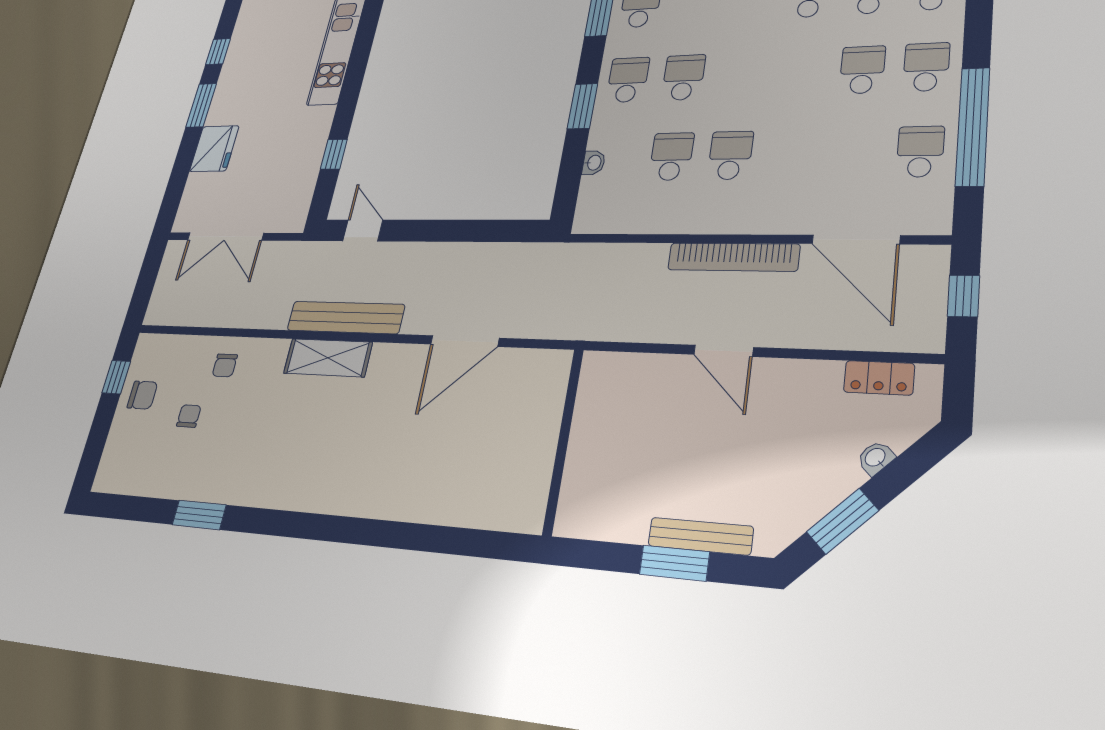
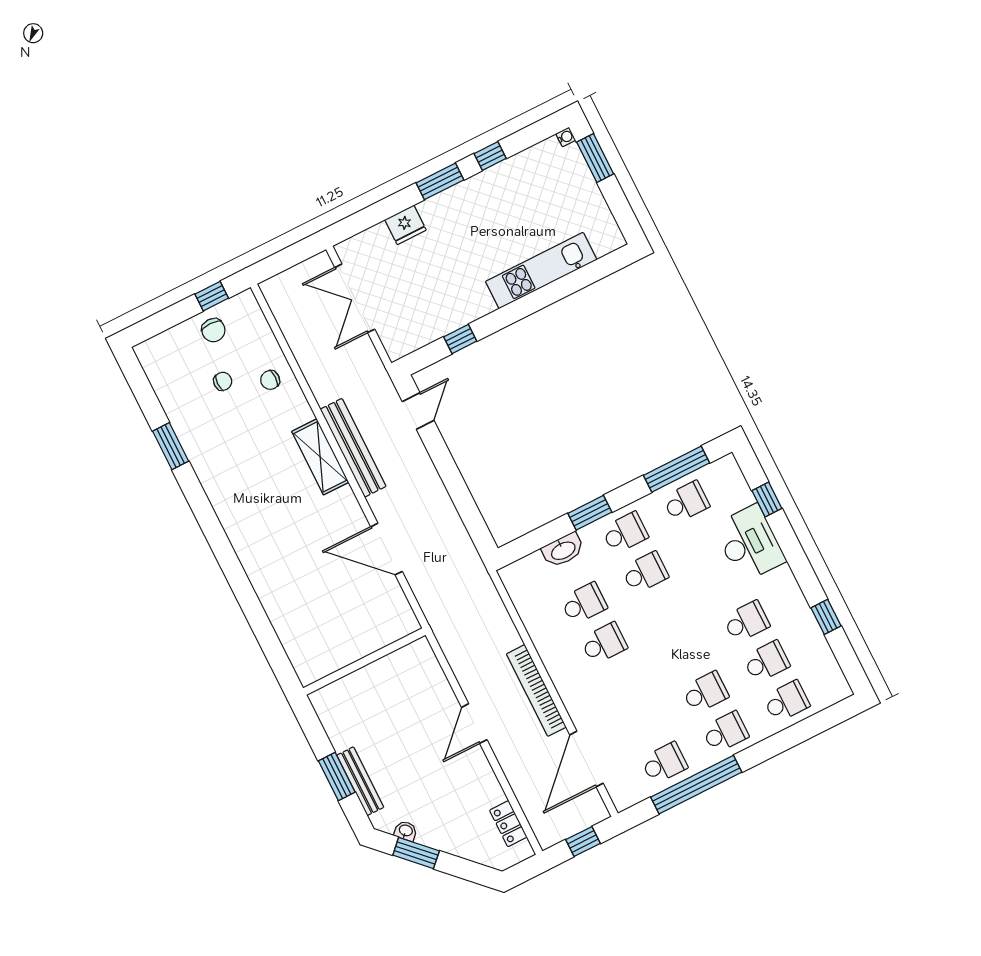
fridge: (214, 149) -> (405, 225), width x0.73, depth x0.75
washbasin: (594, 163) -> (563, 550), width x1.91, depth x1.45
washbasin: (876, 458) -> (406, 831), moved

